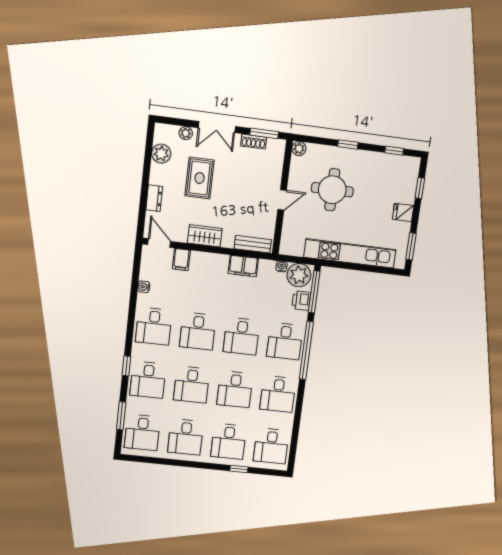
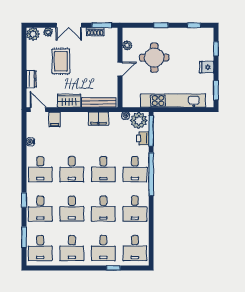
plant: (299, 149) -> (127, 45), moved
plant: (161, 154) -> (33, 34), moved
bench: (253, 244) -> (99, 102), width x1.36

